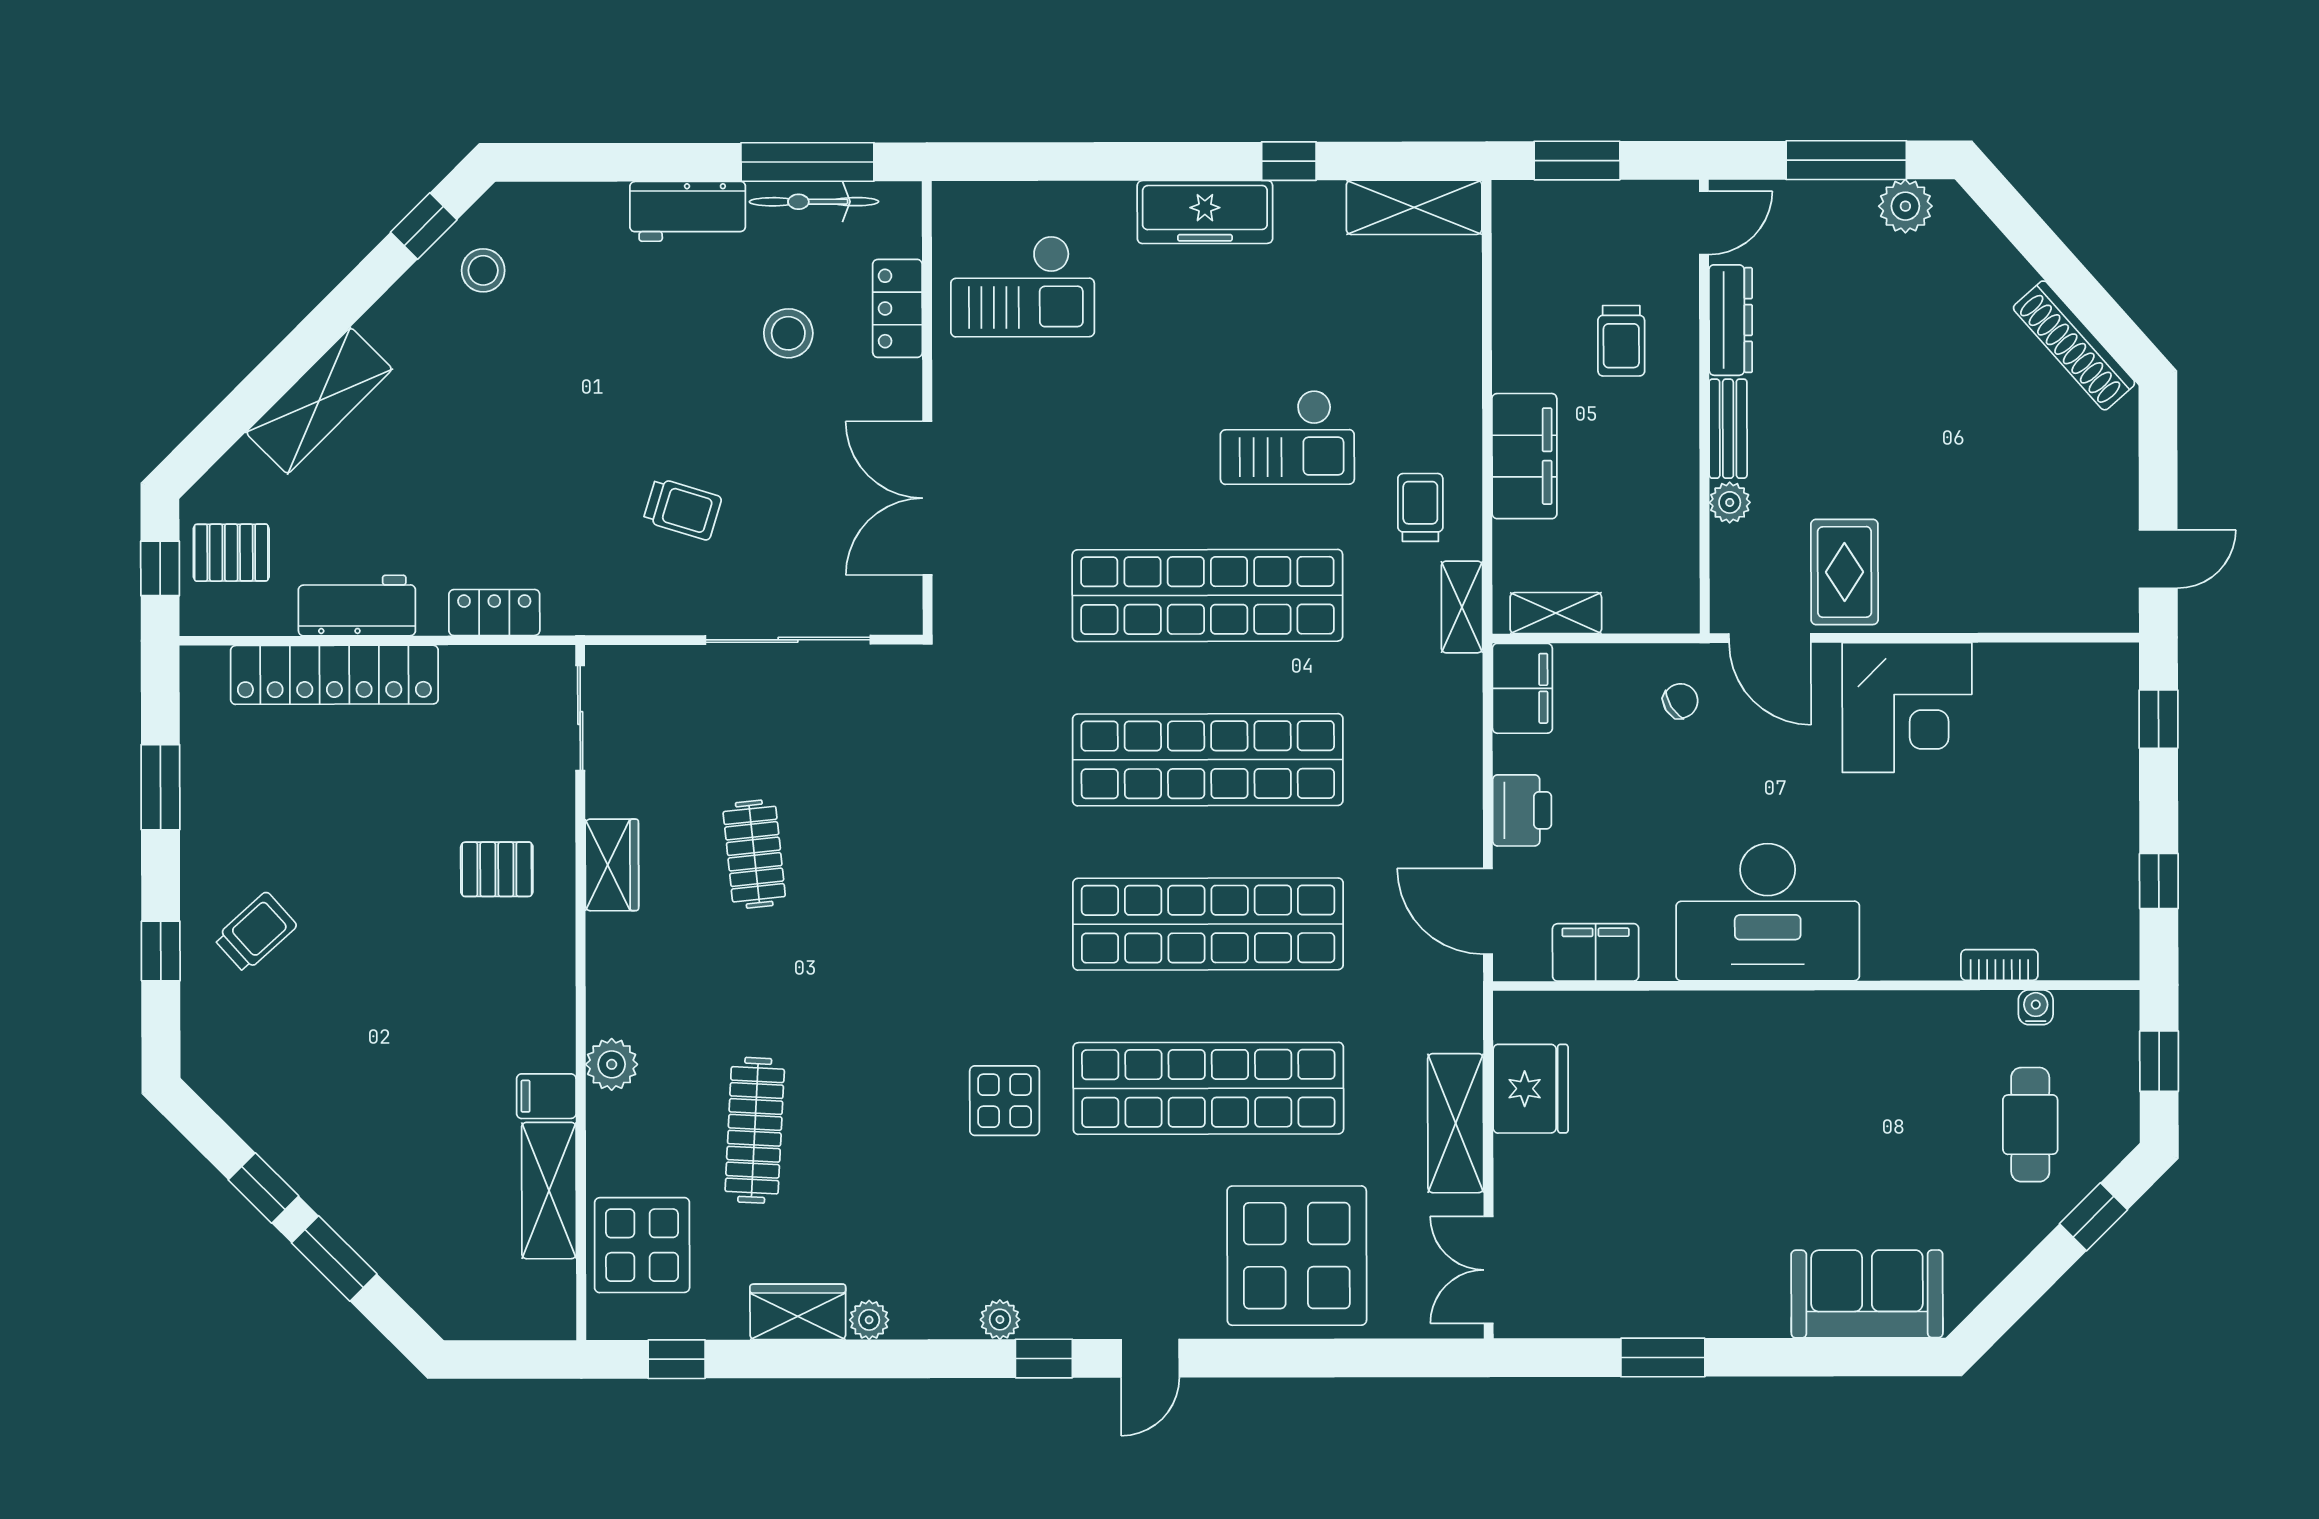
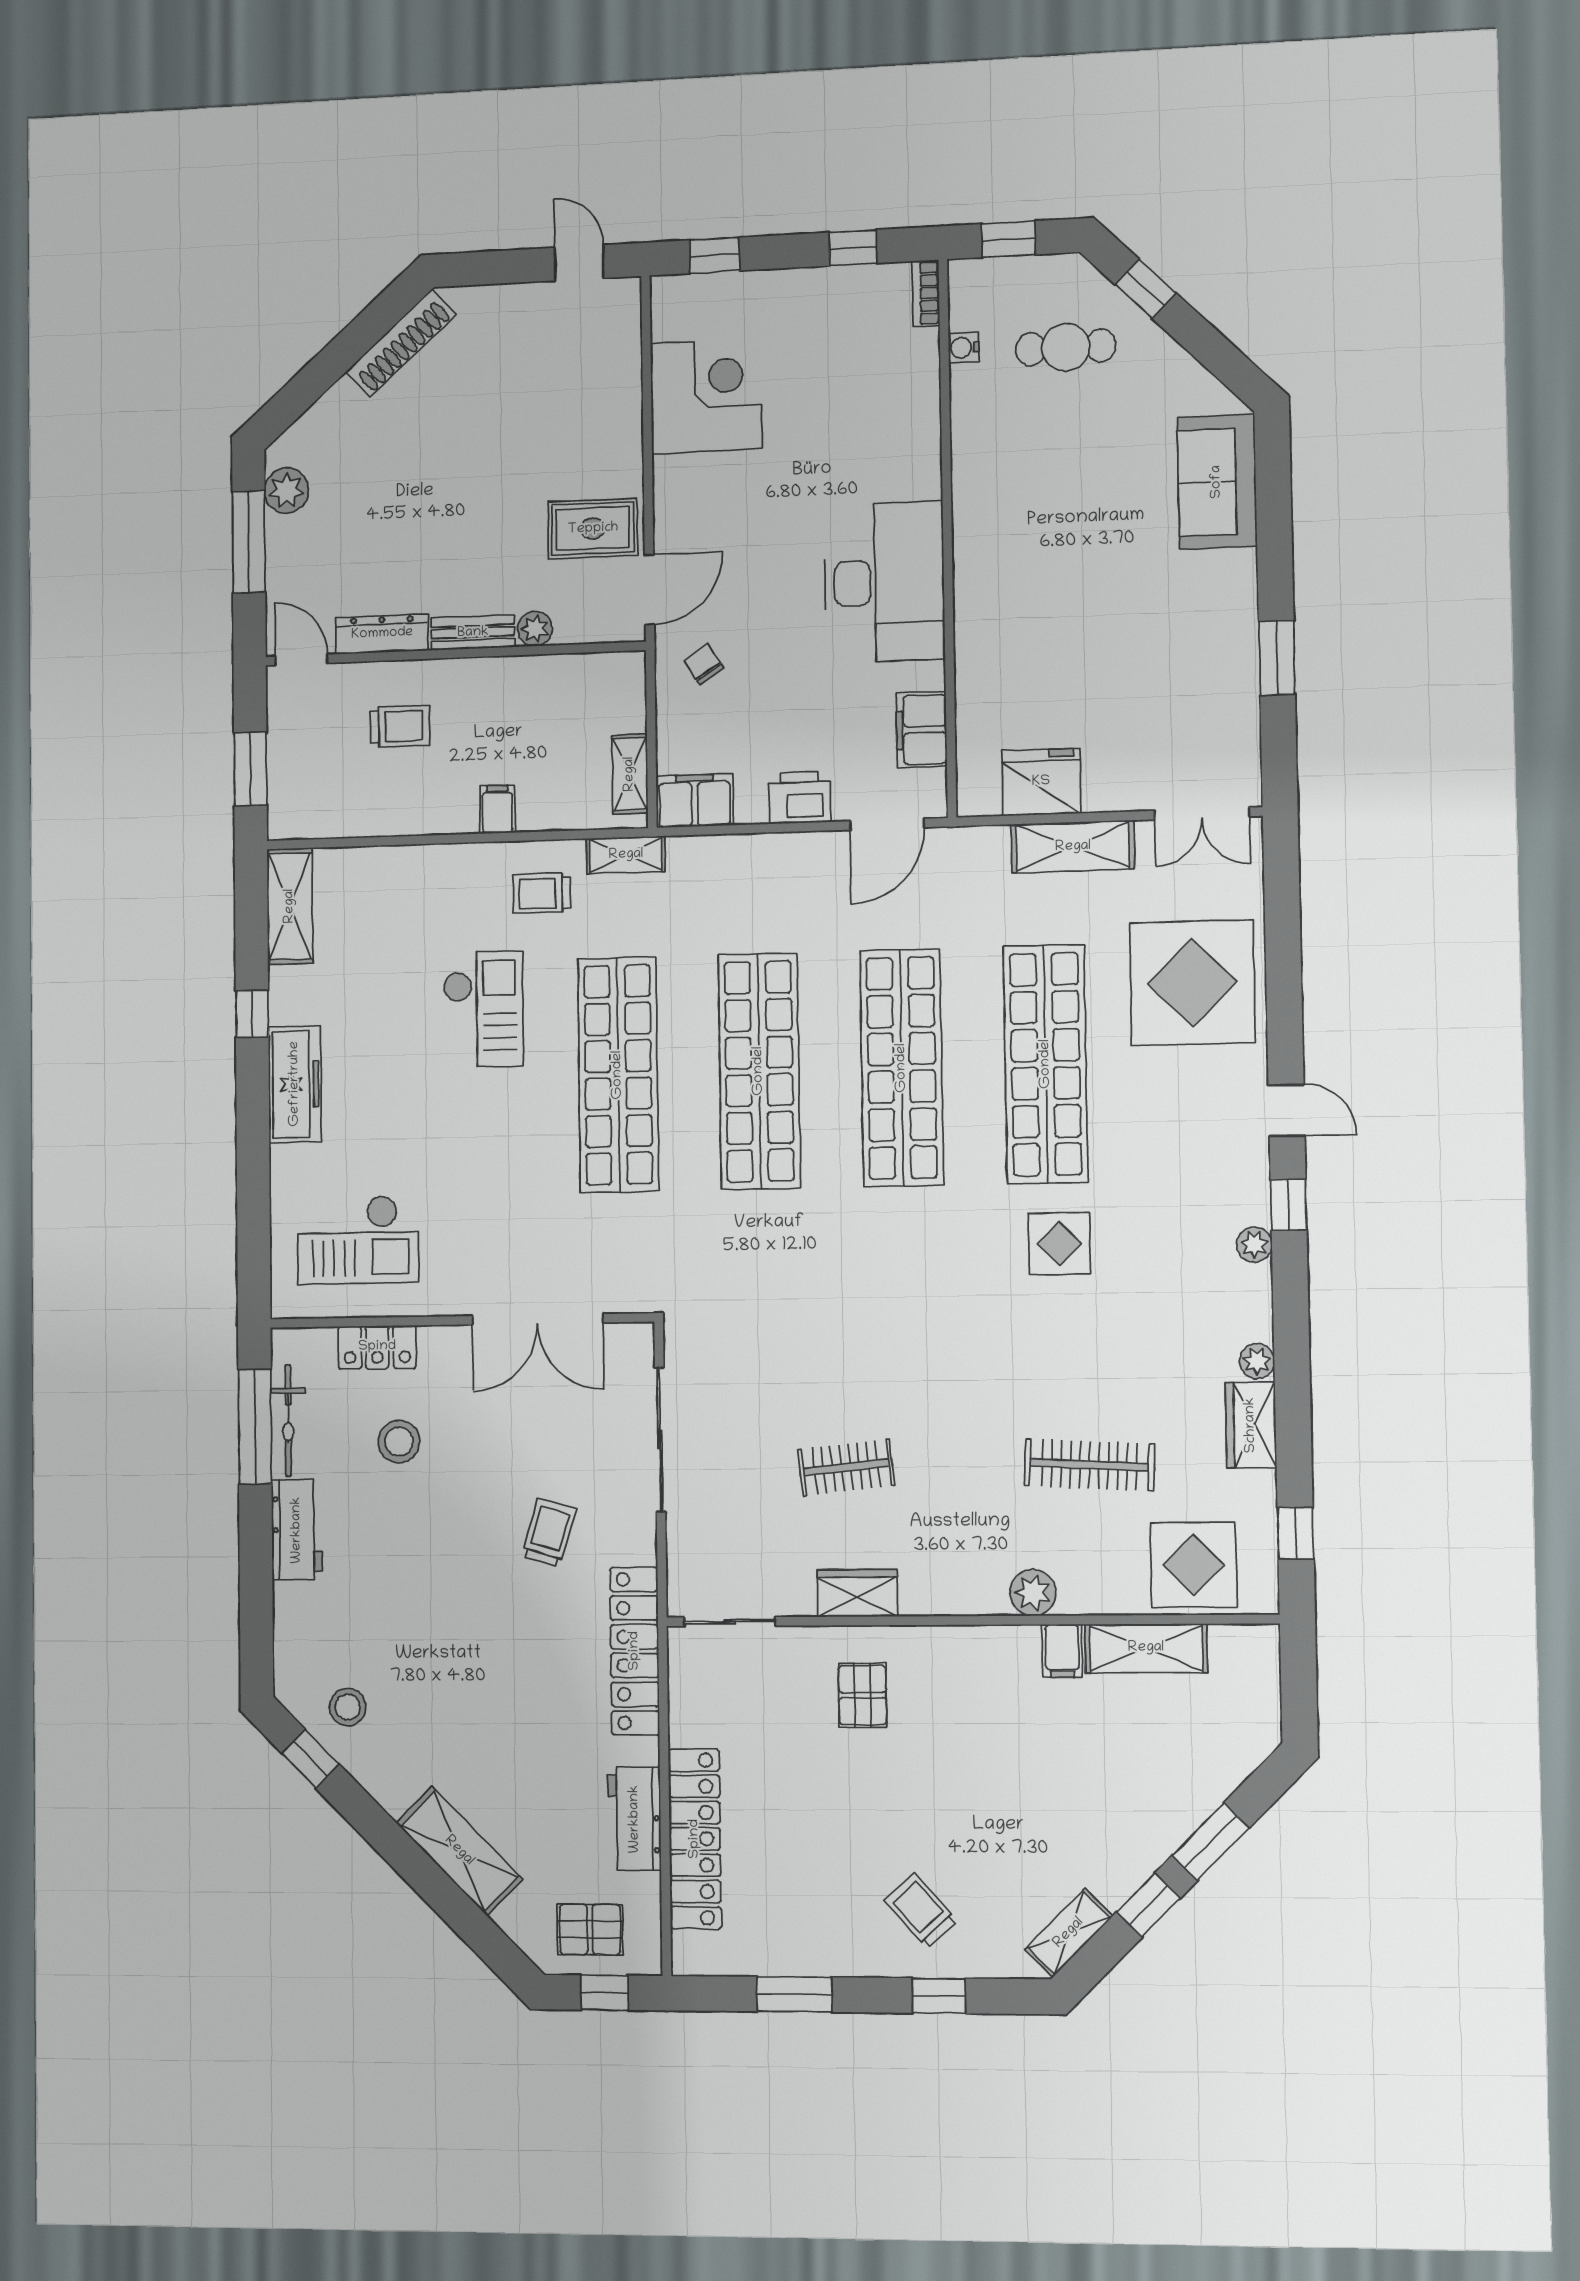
checkout: (1023, 286) -> (358, 1240), turned 90
filing cabinet: (1524, 456) -> (497, 809), width x0.33, depth x0.86
pallet: (231, 553) -> (590, 1929), turned 90
locker: (494, 613) -> (635, 1651), width x2.16, depth x1.21
corner desk: (1907, 708) -> (706, 396), moved
bookcase: (1999, 965) -> (926, 293), moved
shelving: (232, 1099) -> (1069, 1933), added

